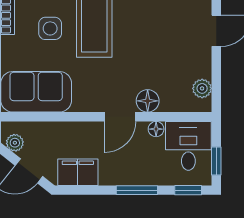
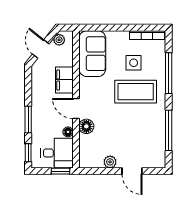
plant: (202, 88) -> (110, 162), moved
window: (216, 161) -> (60, 171), moved
filing cabinet: (78, 172) -> (64, 80), moved, turned 180

